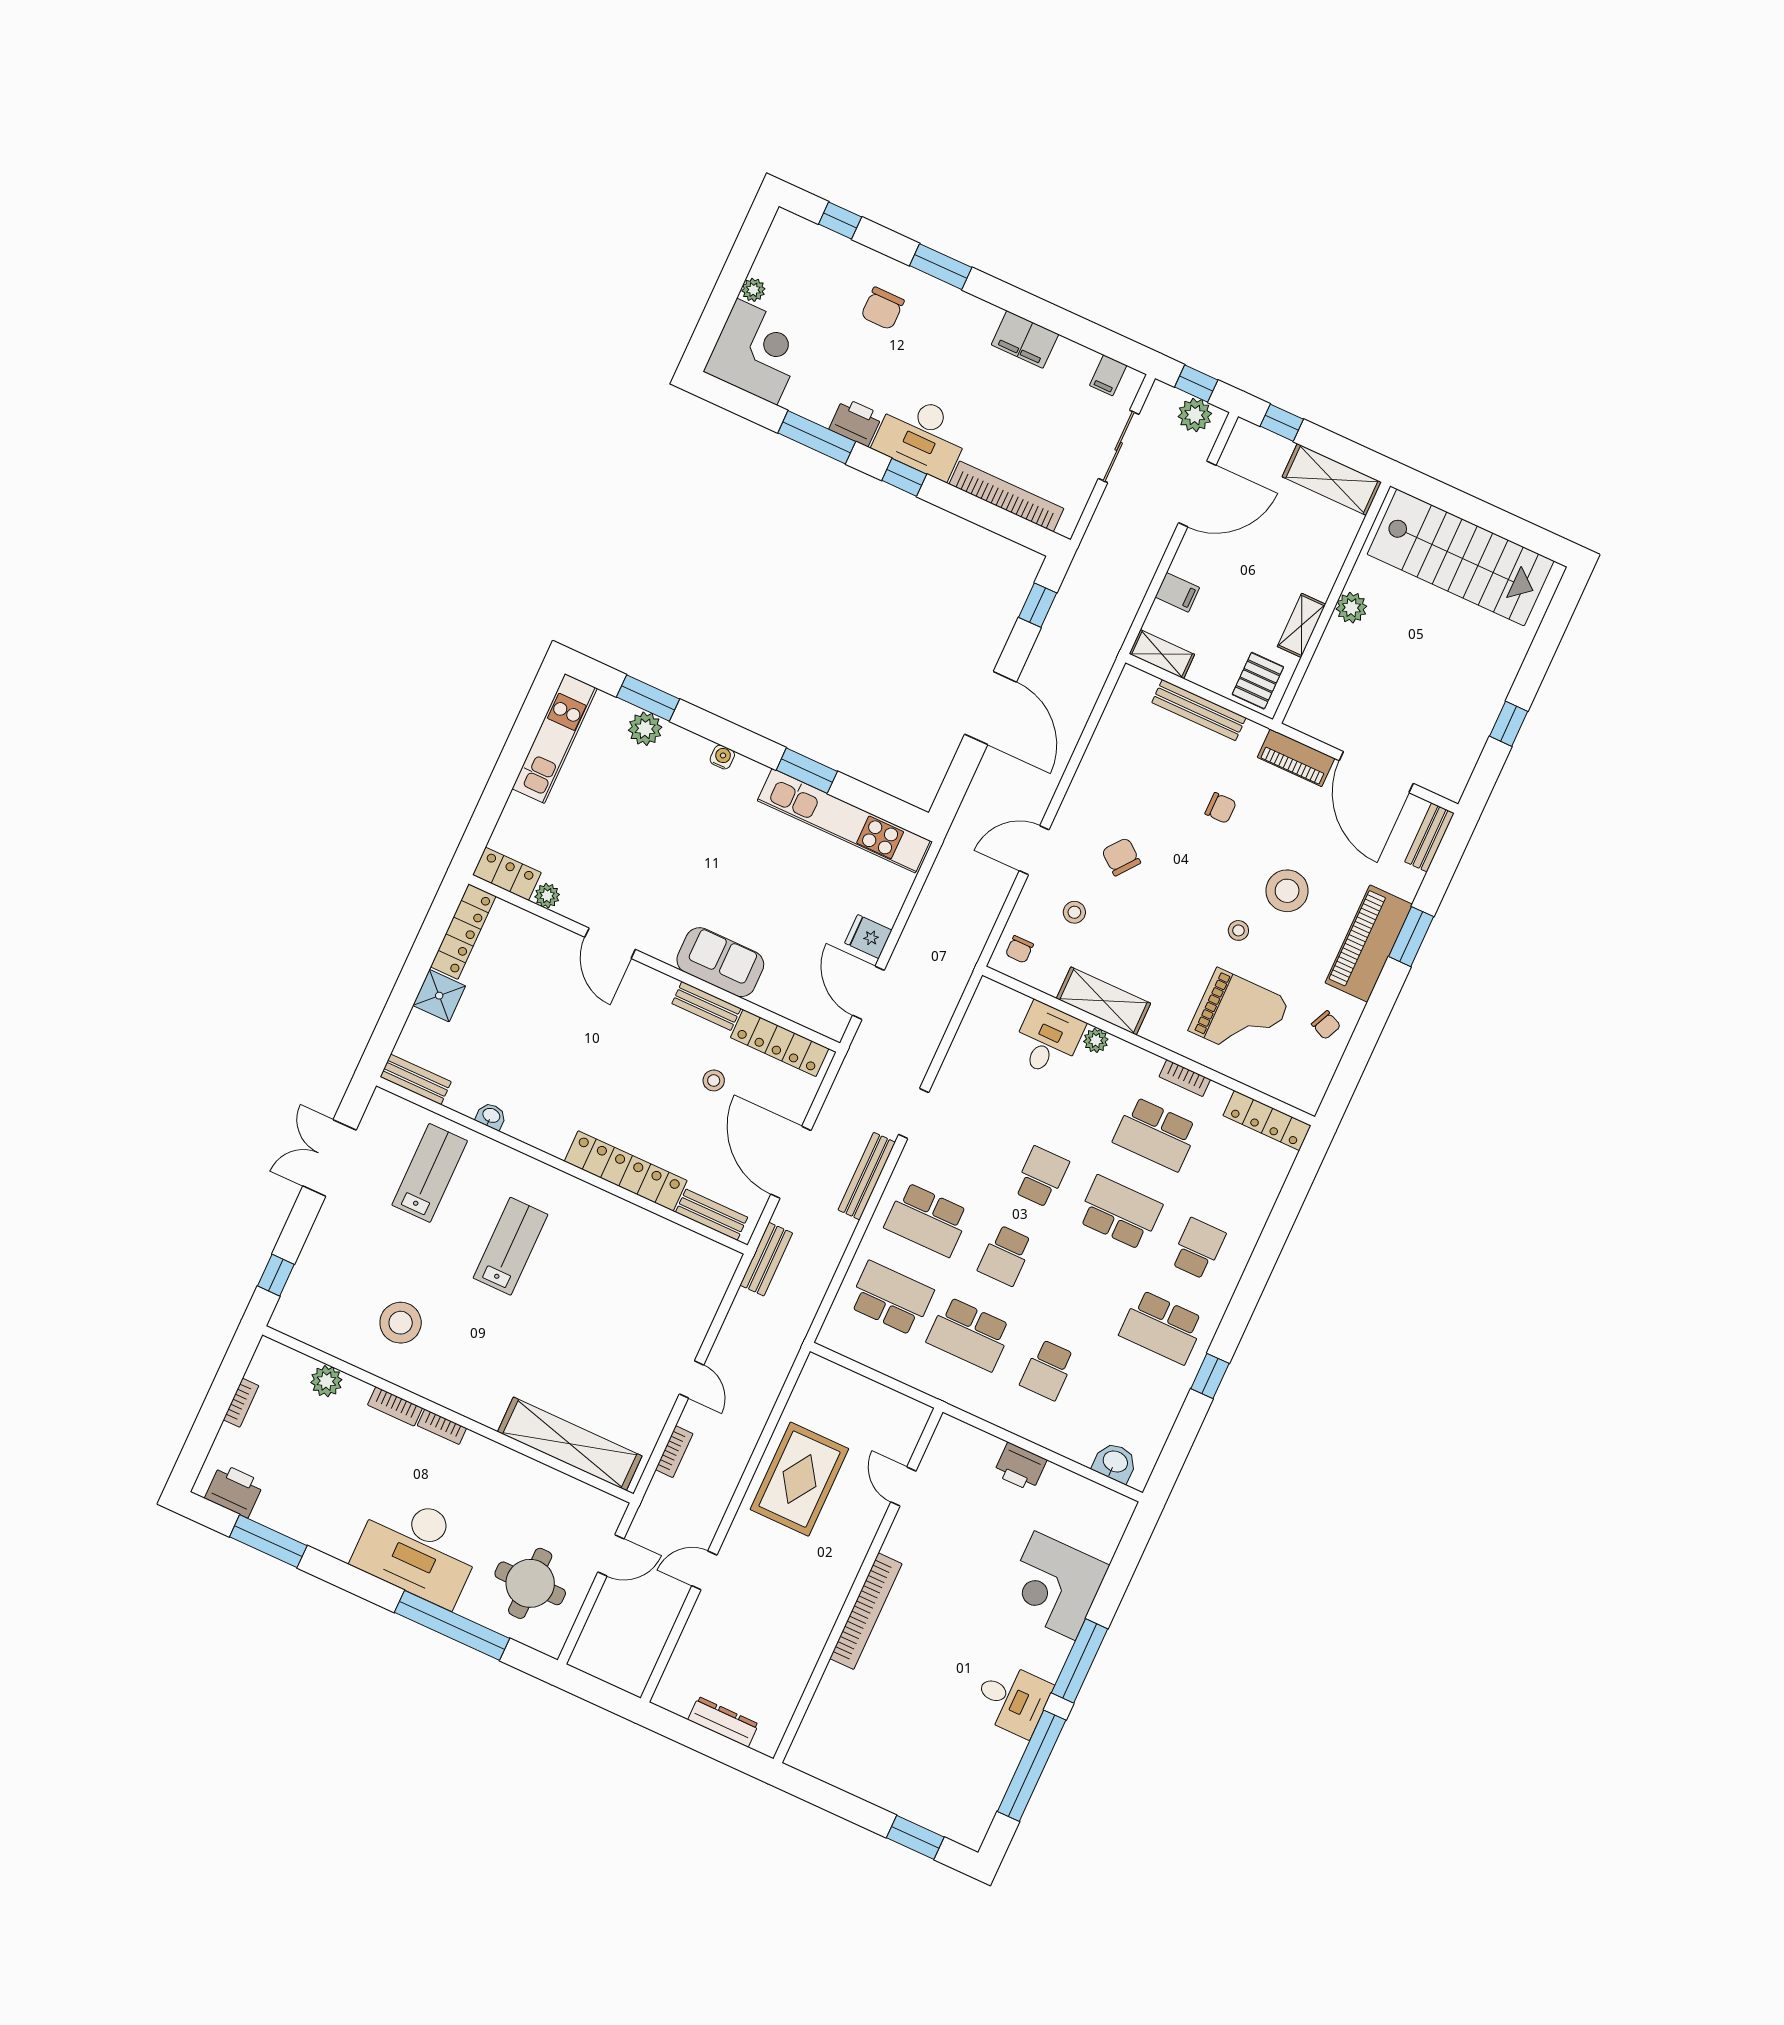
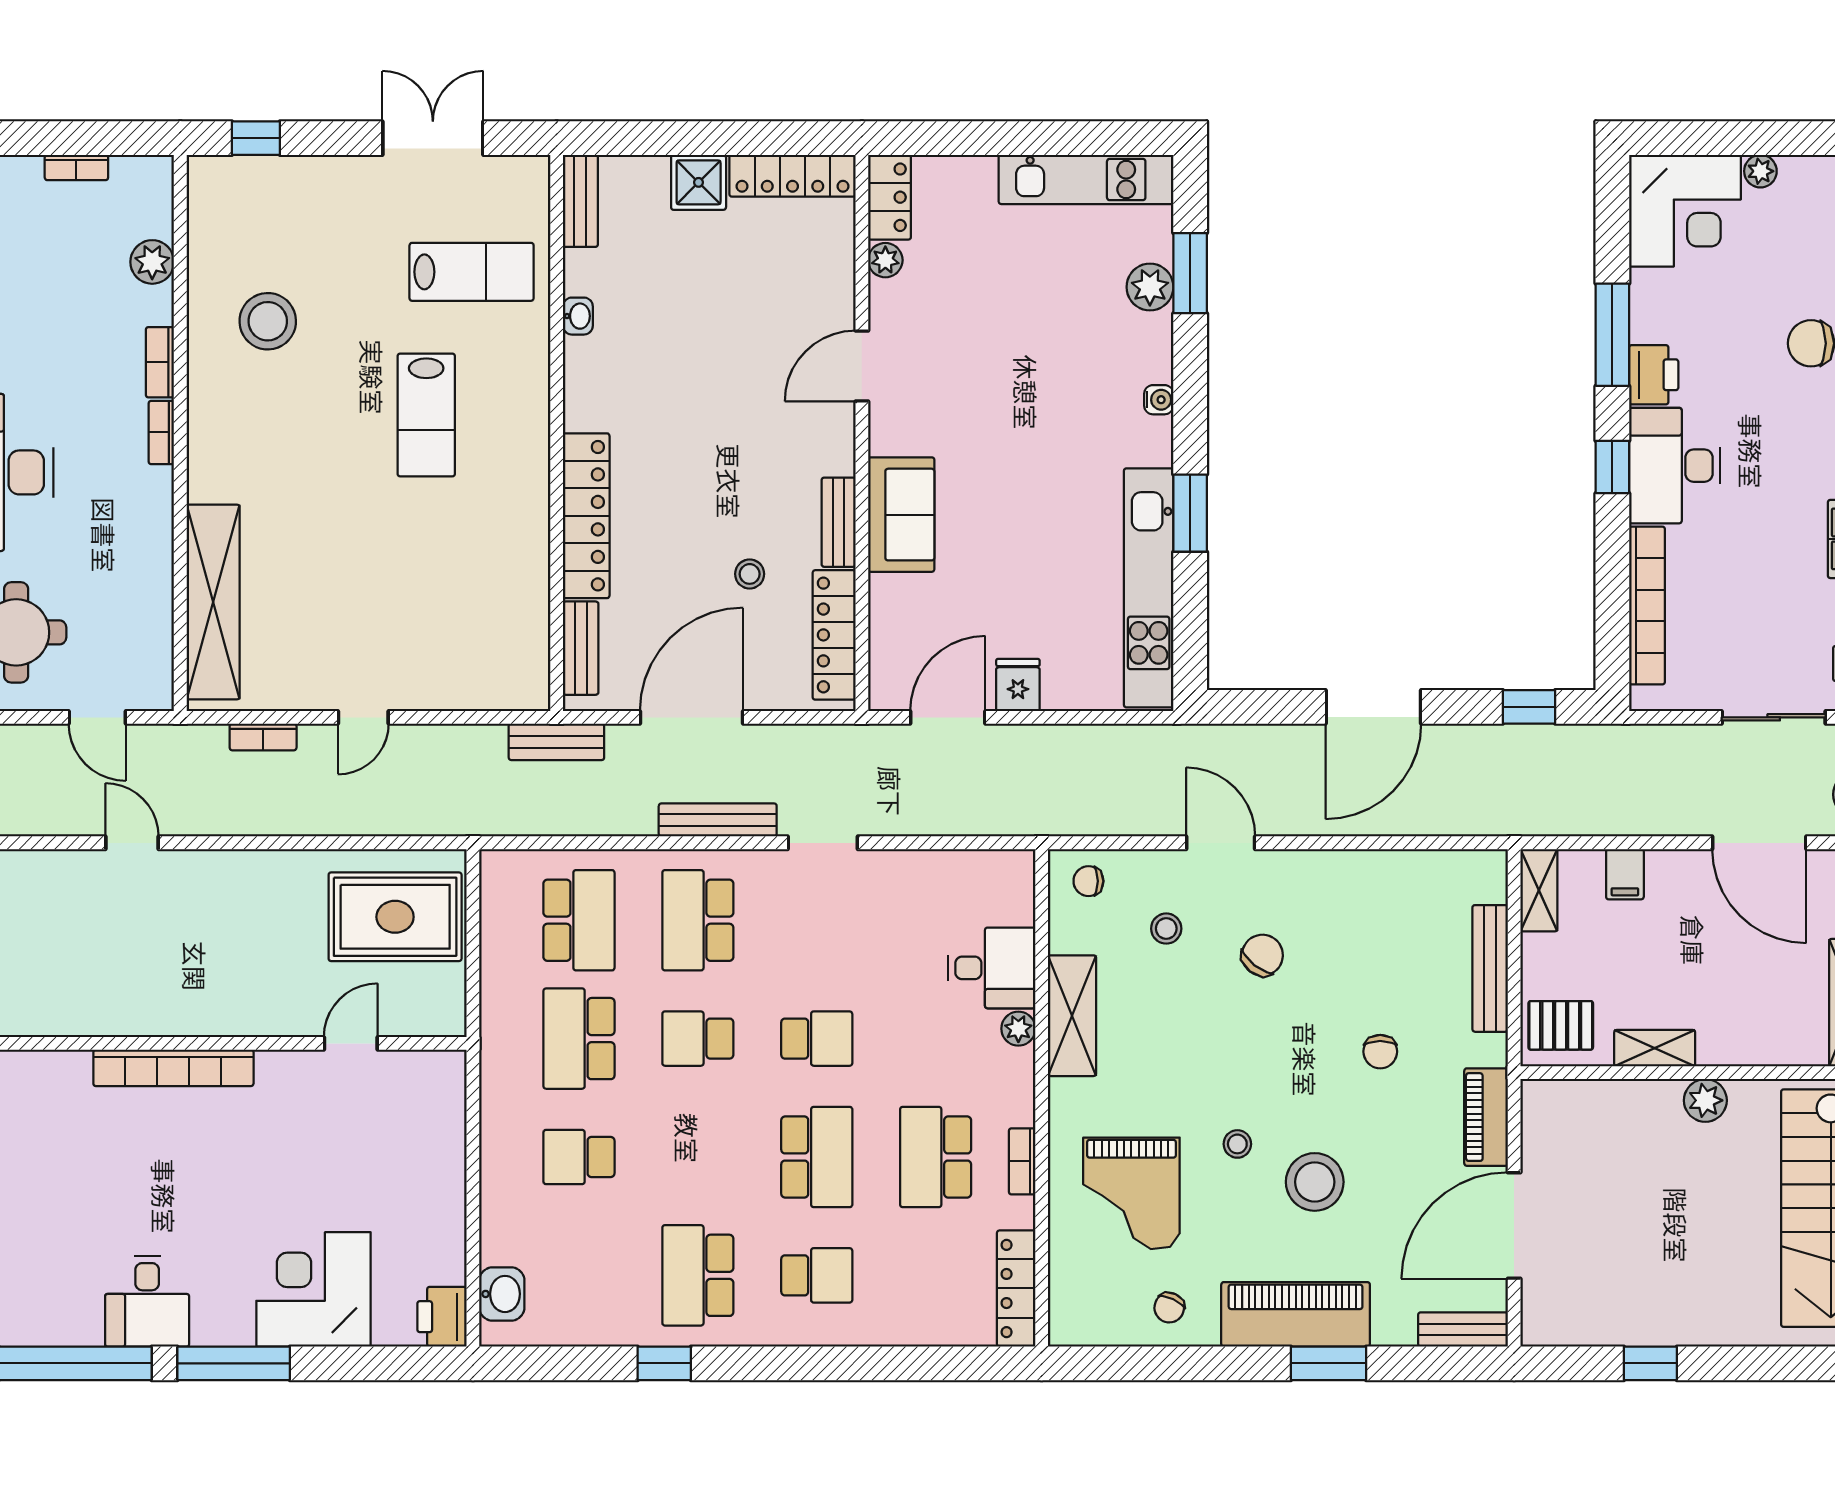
lab bench: (511, 1246) -> (426, 415), turned 90
printer: (1020, 1467) -> (442, 1317), moved
rug: (799, 1479) -> (395, 917), moved

